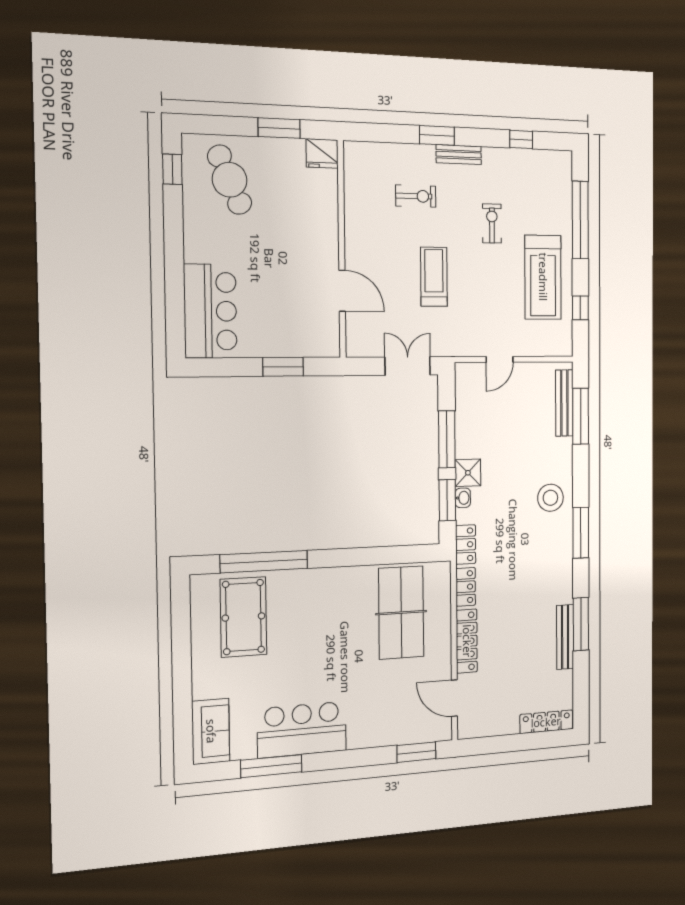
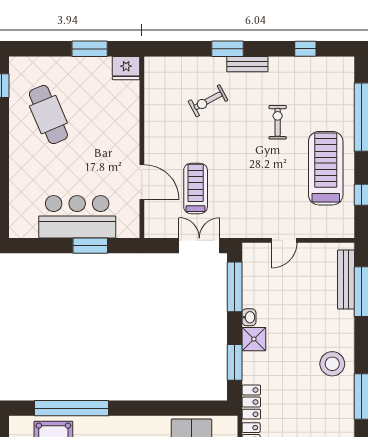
cafe table: (230, 180) -> (48, 115), moved
exercise bike: (416, 196) -> (208, 101), turned 152
treadmill: (434, 277) -> (196, 188), moved
treadmill: (543, 277) -> (326, 168), turned 180
bar counter: (210, 311) -> (77, 217), moved, turned -90
window: (447, 439) -> (235, 287), moved
washbasin: (463, 498) -> (249, 317), moved

